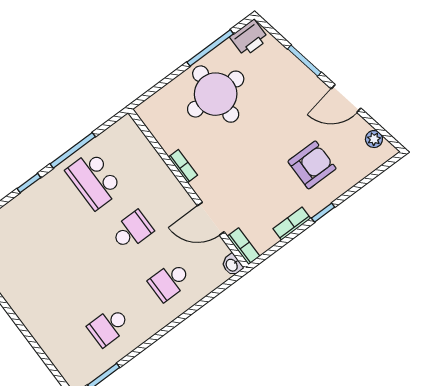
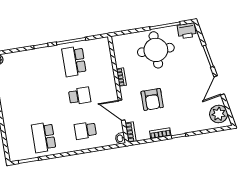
door: (346, 98) -> (219, 85), hinge flipped
plant: (374, 139) -> (219, 114), width x1.87, depth x1.87
armchair: (312, 165) -> (152, 99), moved, turned 90
school desk: (109, 327) -> (44, 137), width x1.85

